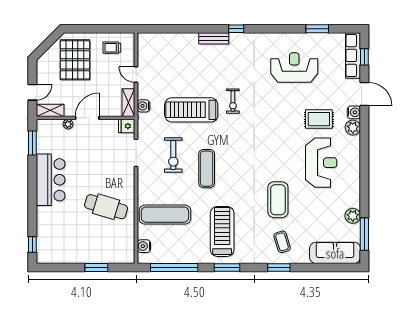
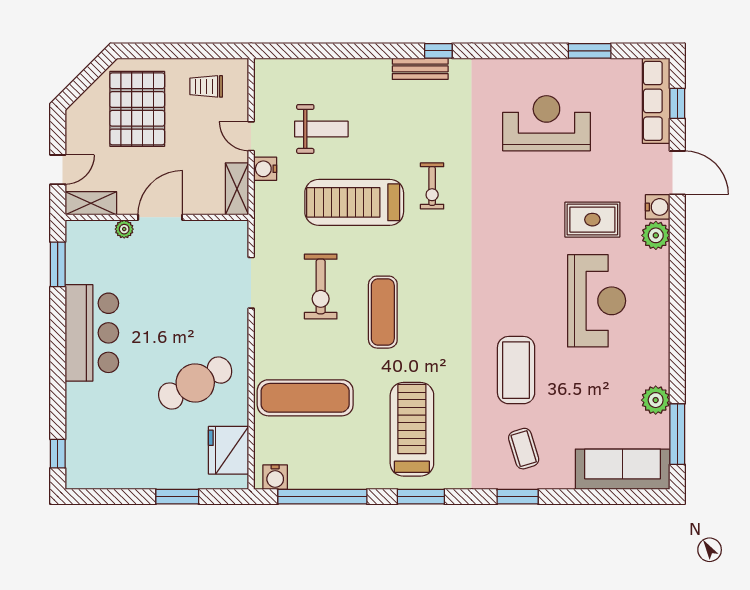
bench: (214, 38) -> (420, 69), moved
weight bench: (174, 71) -> (321, 129), added
water cooler: (144, 106) -> (265, 169), moved
fridge: (127, 126) -> (229, 450), moved, width x1.88, depth x1.34
cafe table: (106, 207) -> (195, 383), turned -45
water cooler: (144, 246) -> (275, 477), moved, turned -90

